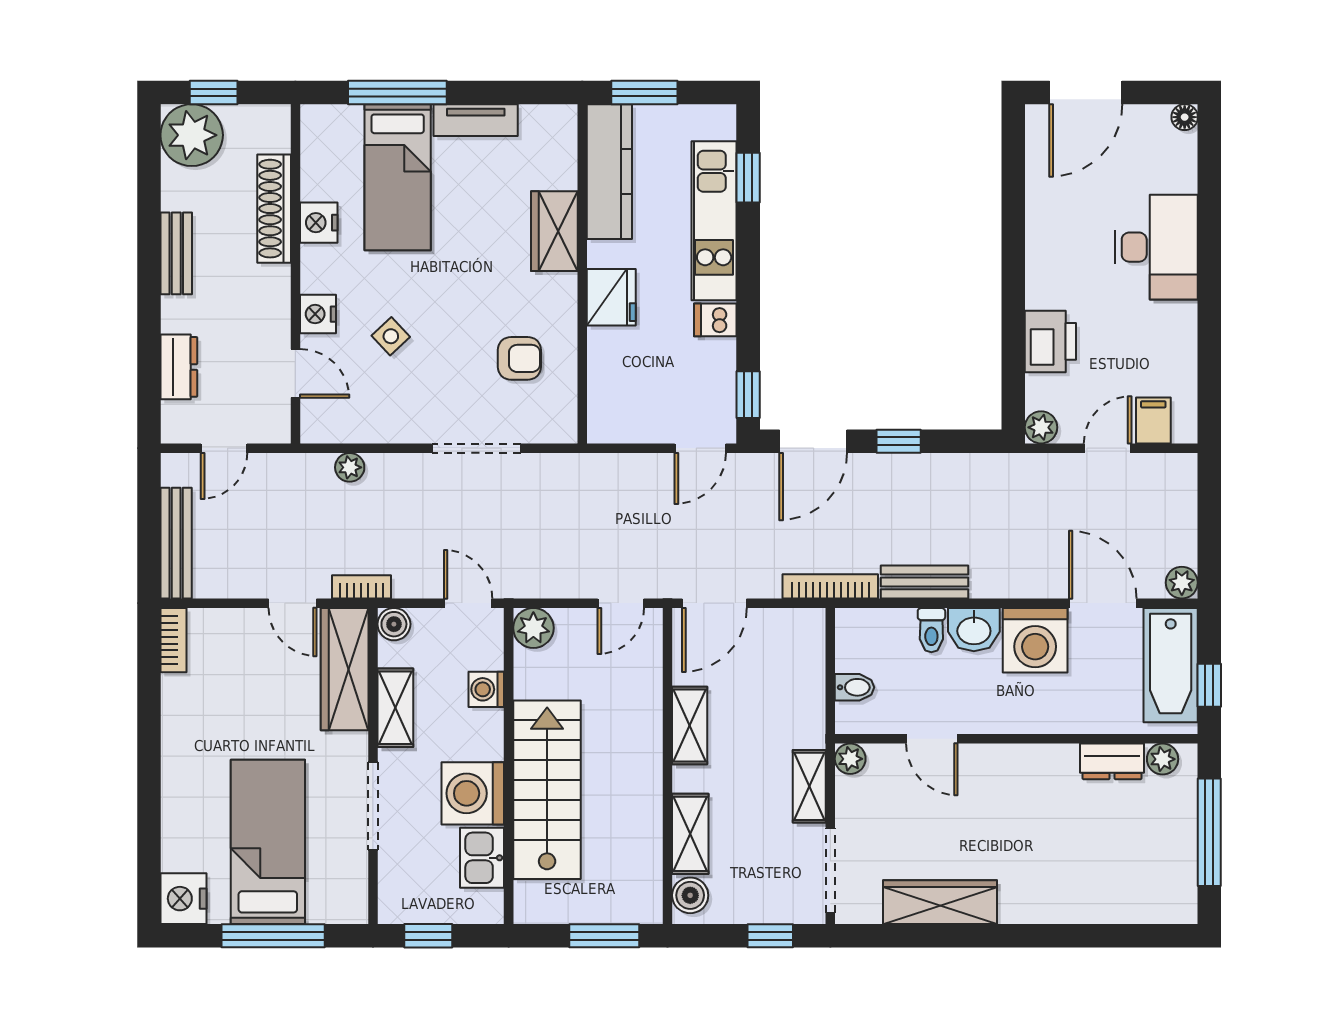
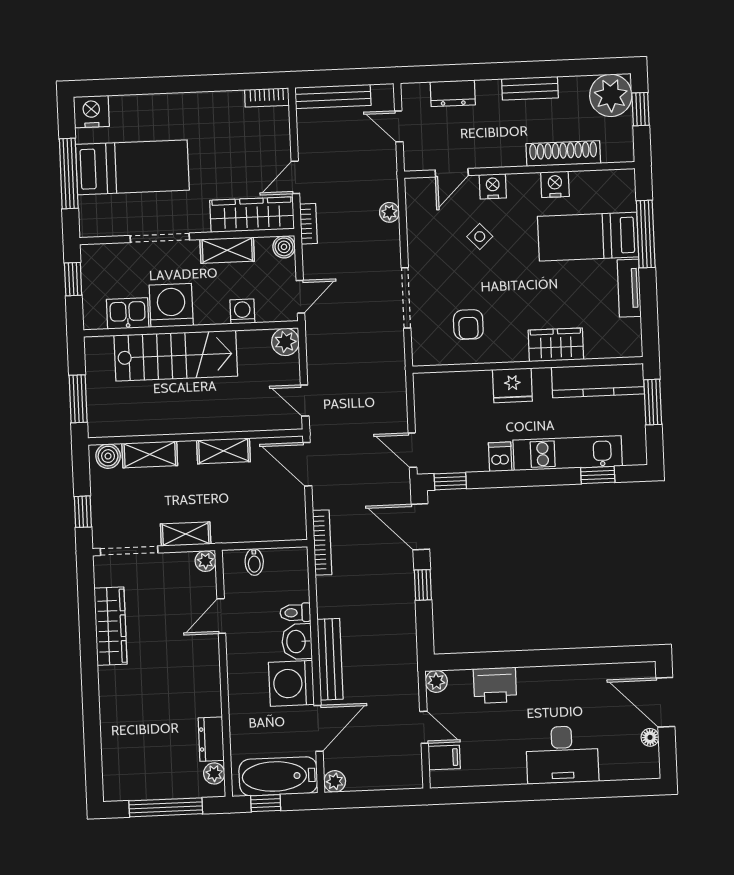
floor lamp: (1185, 117) -> (650, 737), moved
bench: (924, 582) -> (330, 659), moved, width x1.36

